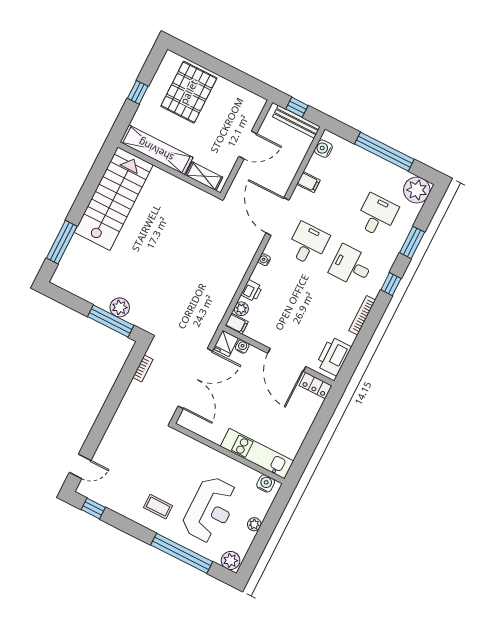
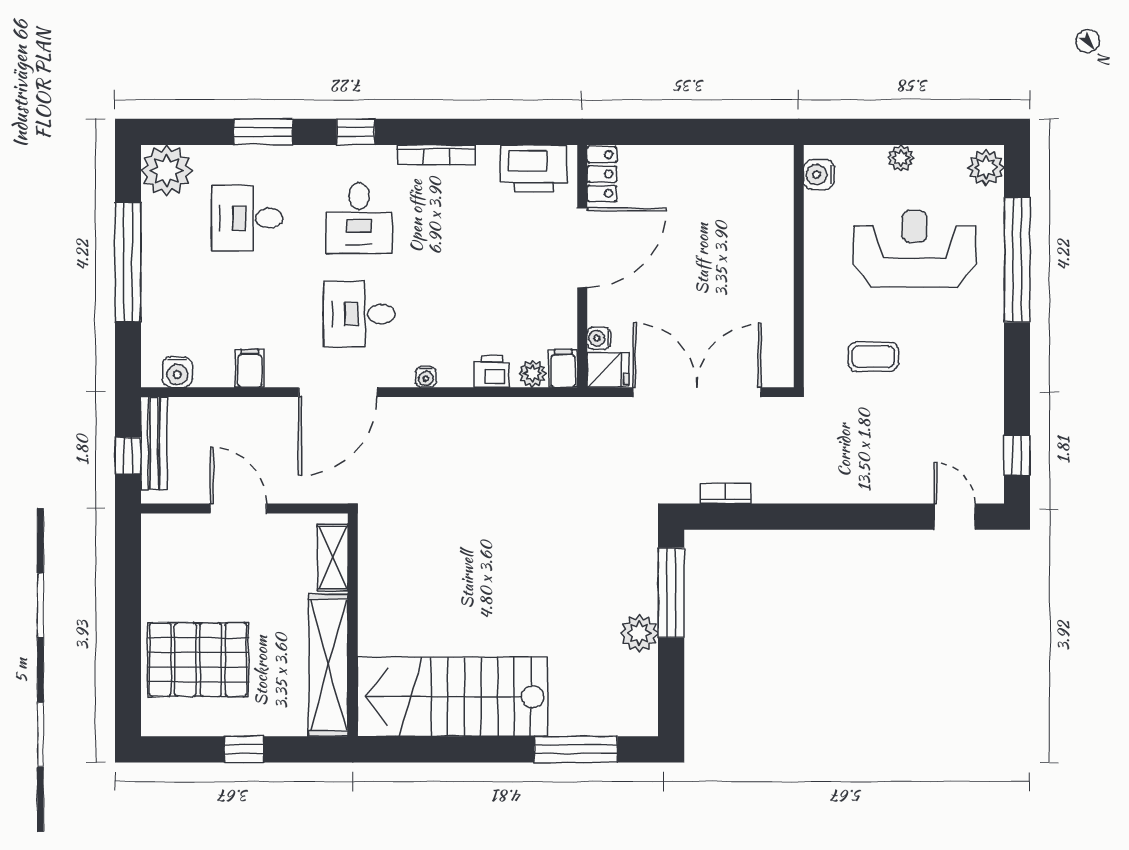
plant: (120, 307) -> (639, 633), moved
kitchen unit: (257, 454) -> (774, 216), removed
coffee table: (158, 507) -> (873, 357), moved, turned 90

